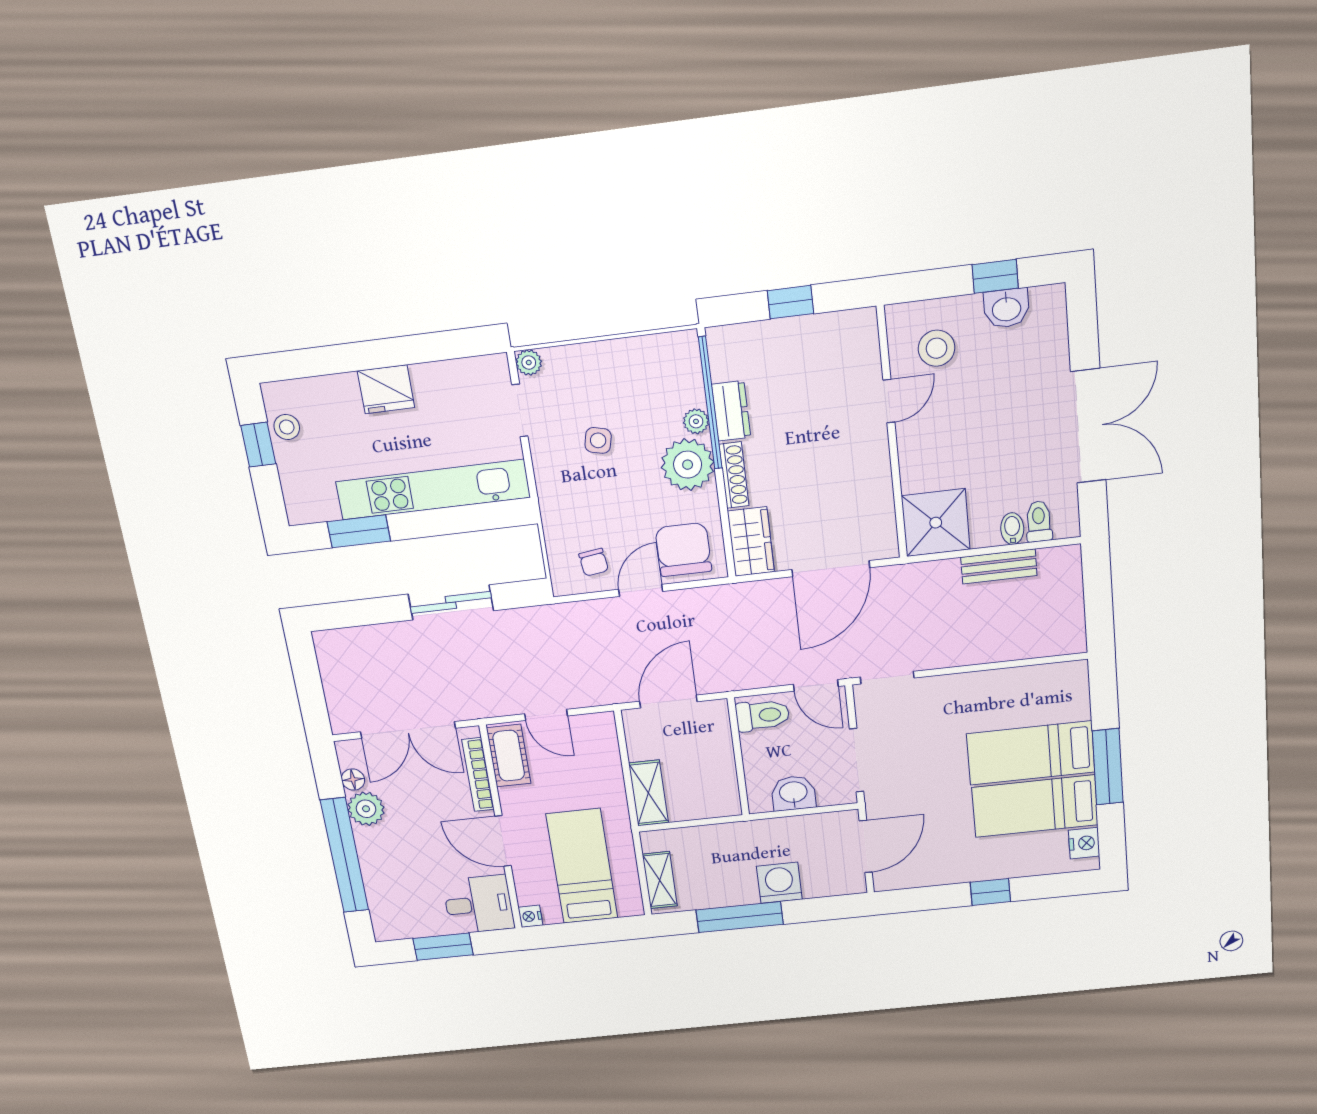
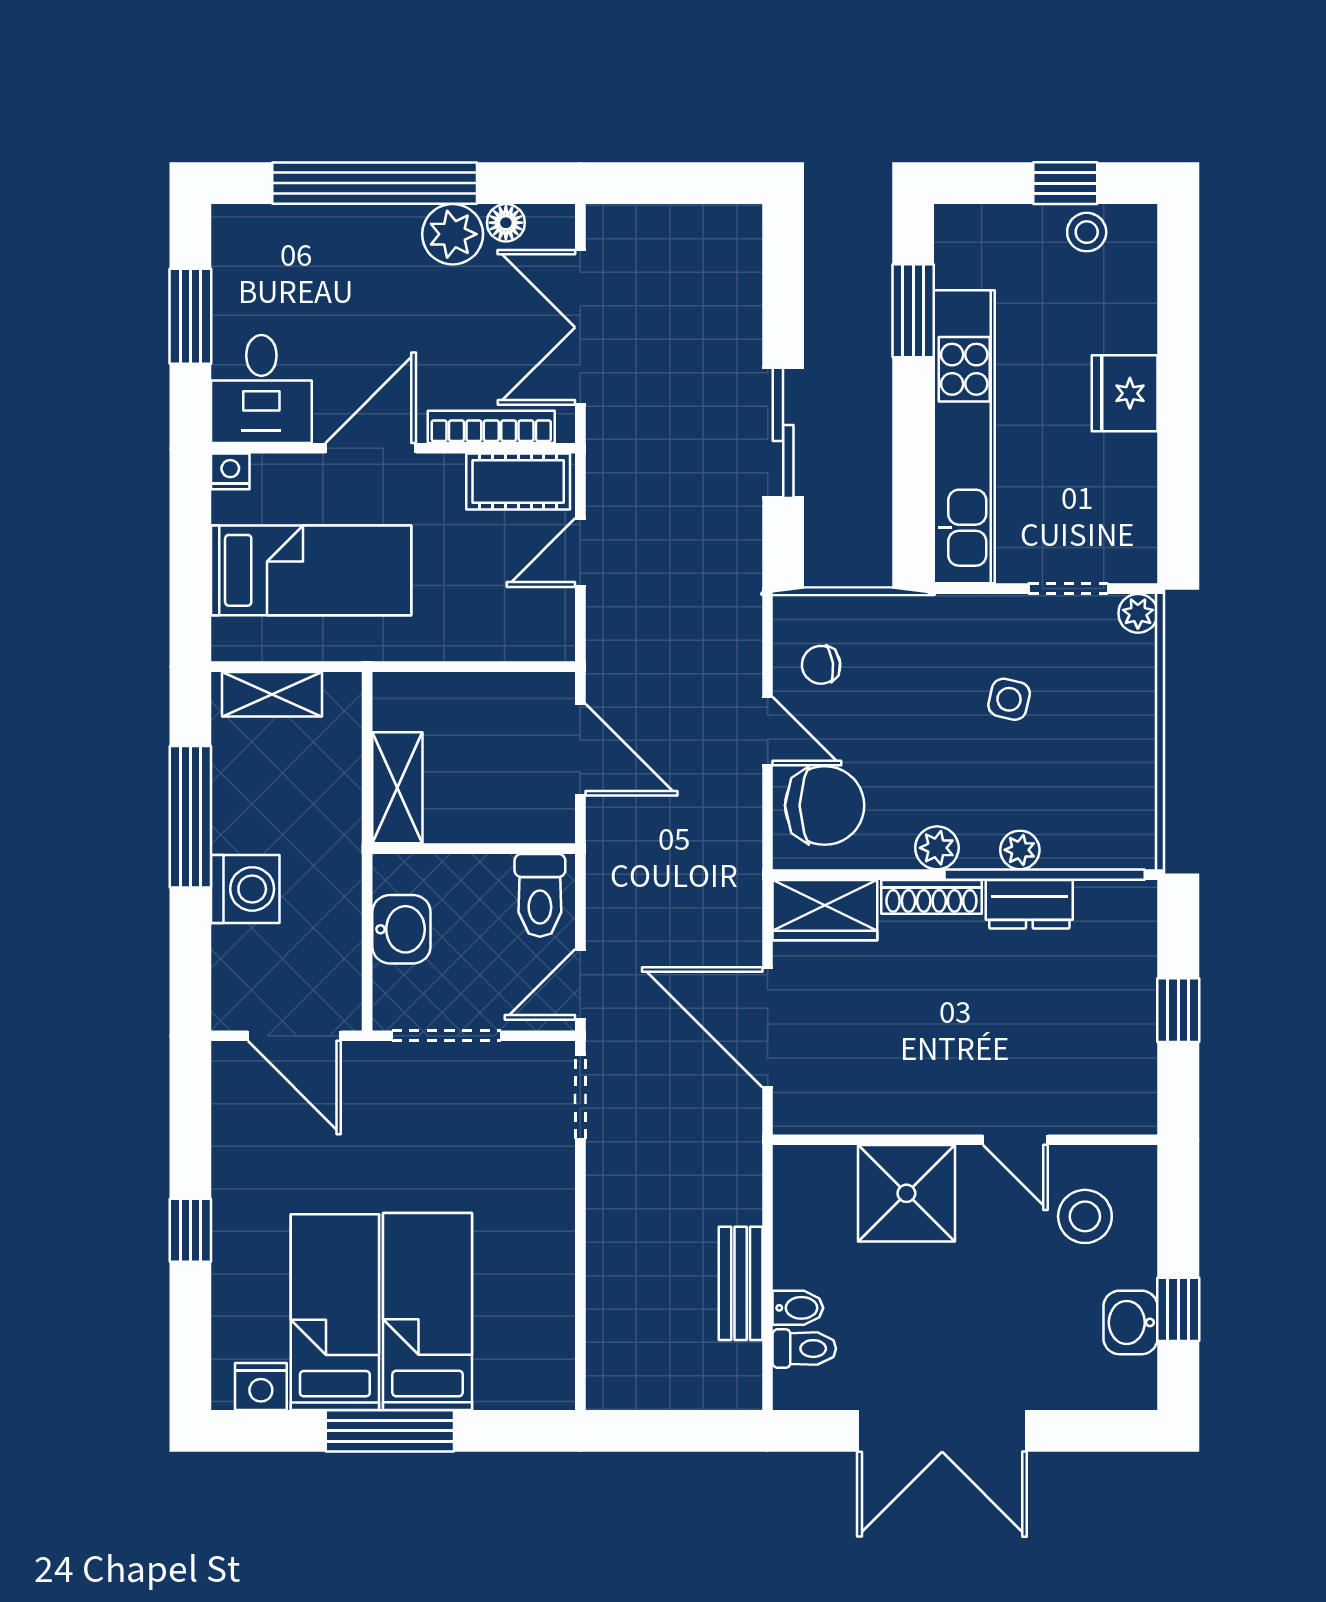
plant: (688, 465) -> (937, 848), width x0.53, depth x0.53
shower: (936, 523) -> (906, 1193), moved
shelving: (649, 793) -> (397, 788), moved, turned 90

